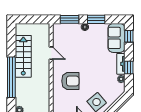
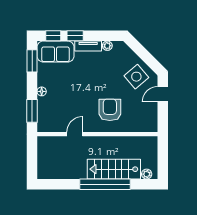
window: (96, 19) -> (32, 61), moved
stairs: (23, 56) -> (114, 169), moved
window: (129, 68) -> (75, 36), moved

